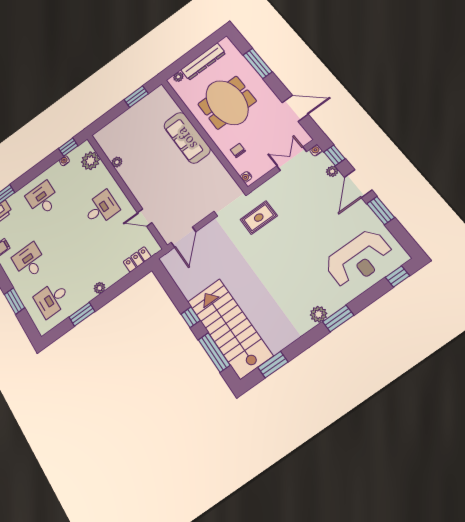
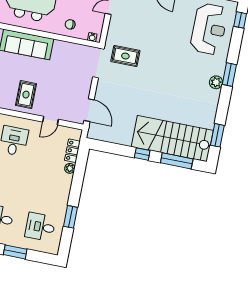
rug: (147, 179) -> (26, 95), added
rug: (259, 218) -> (125, 56), turned 90
plant: (100, 288) -> (70, 168), moved
desk: (52, 299) -> (40, 227), turned 90

